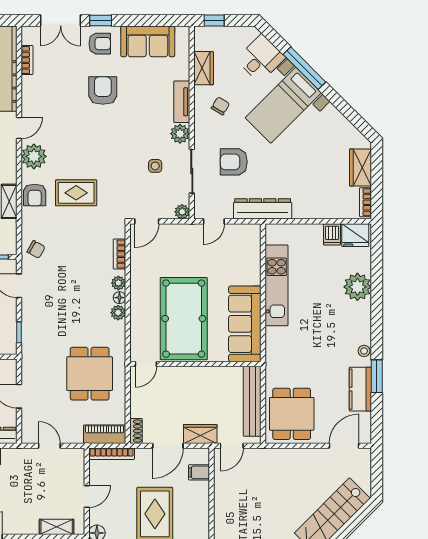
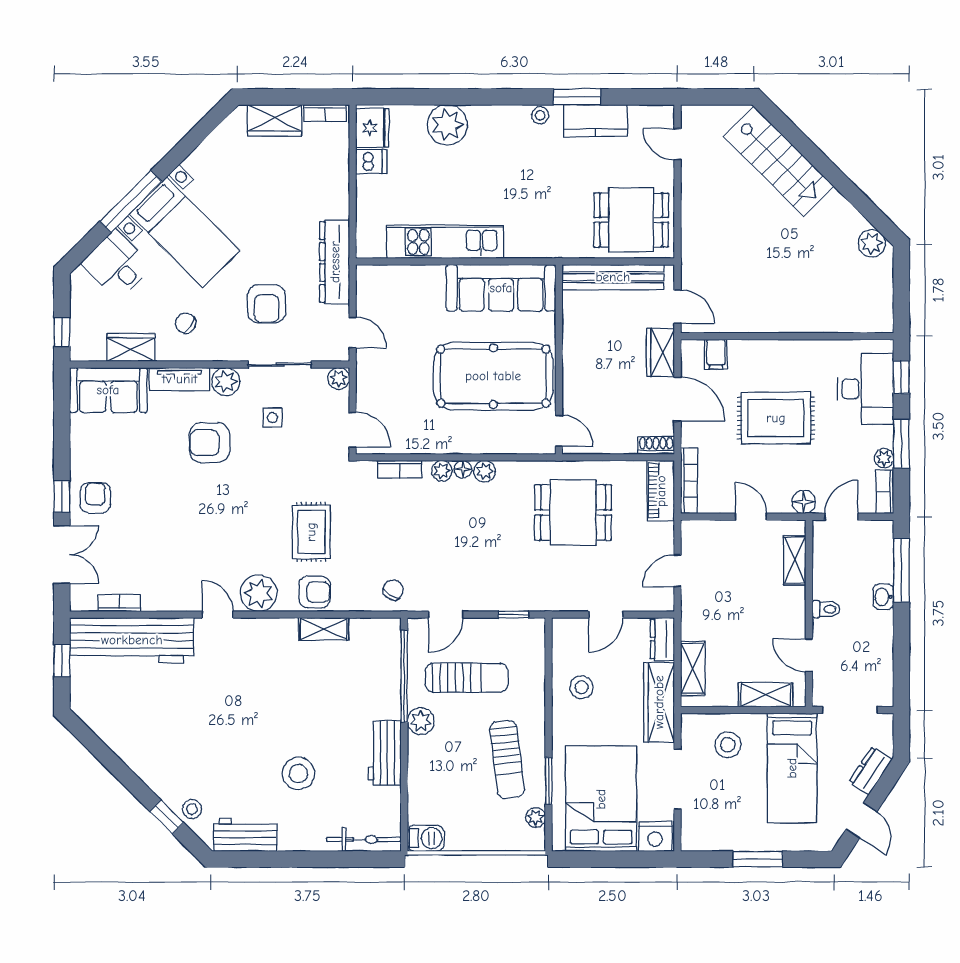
sofa: (148, 41) -> (108, 390), moved, turned 90
armchair: (103, 91) -> (209, 443), moved
door: (344, 446) -> (677, 144), width x0.73

